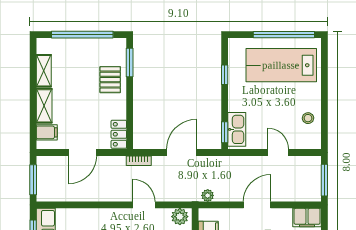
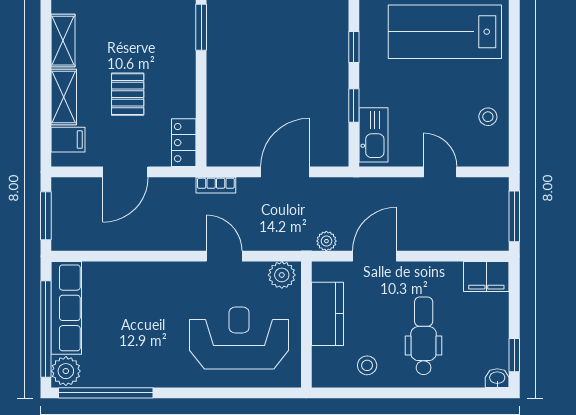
pallet: (110, 80) -> (128, 94), moved
window: (225, 132) -> (354, 105), moved
door: (257, 205) -> (375, 256), moved

